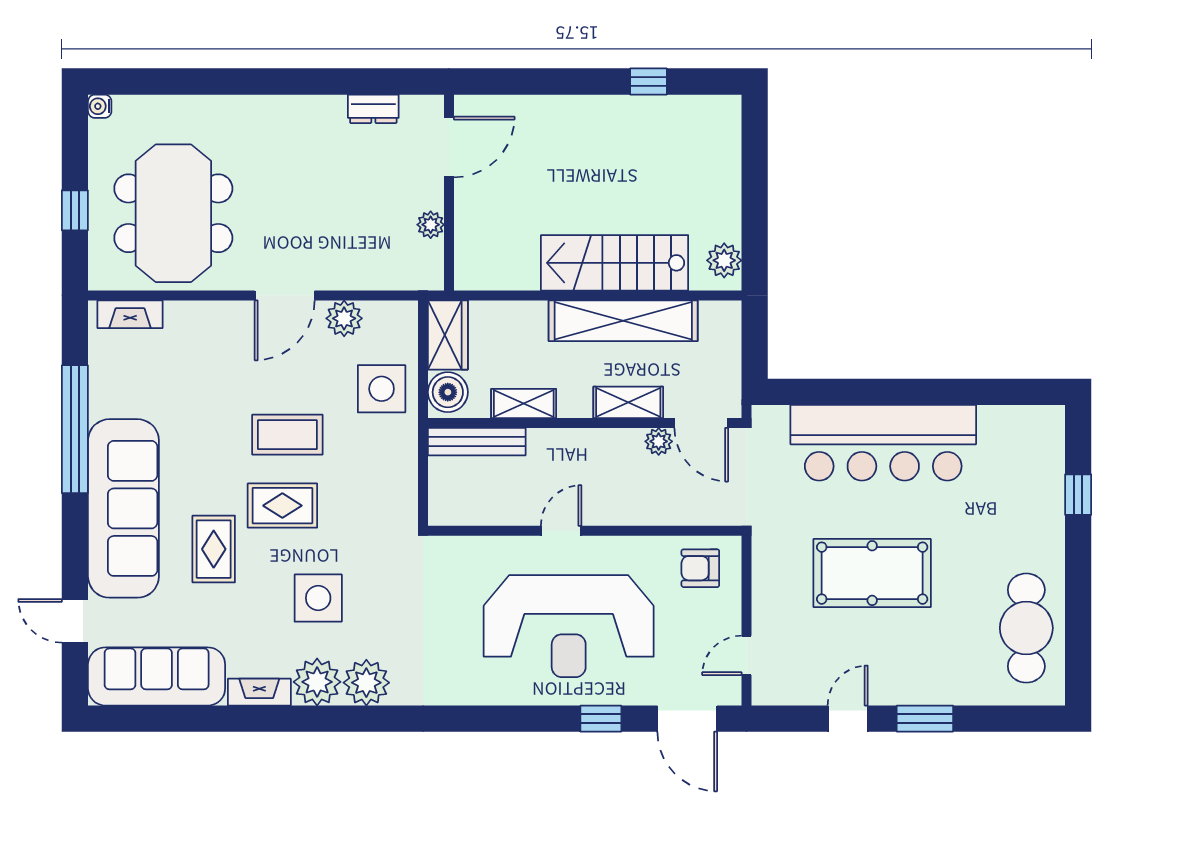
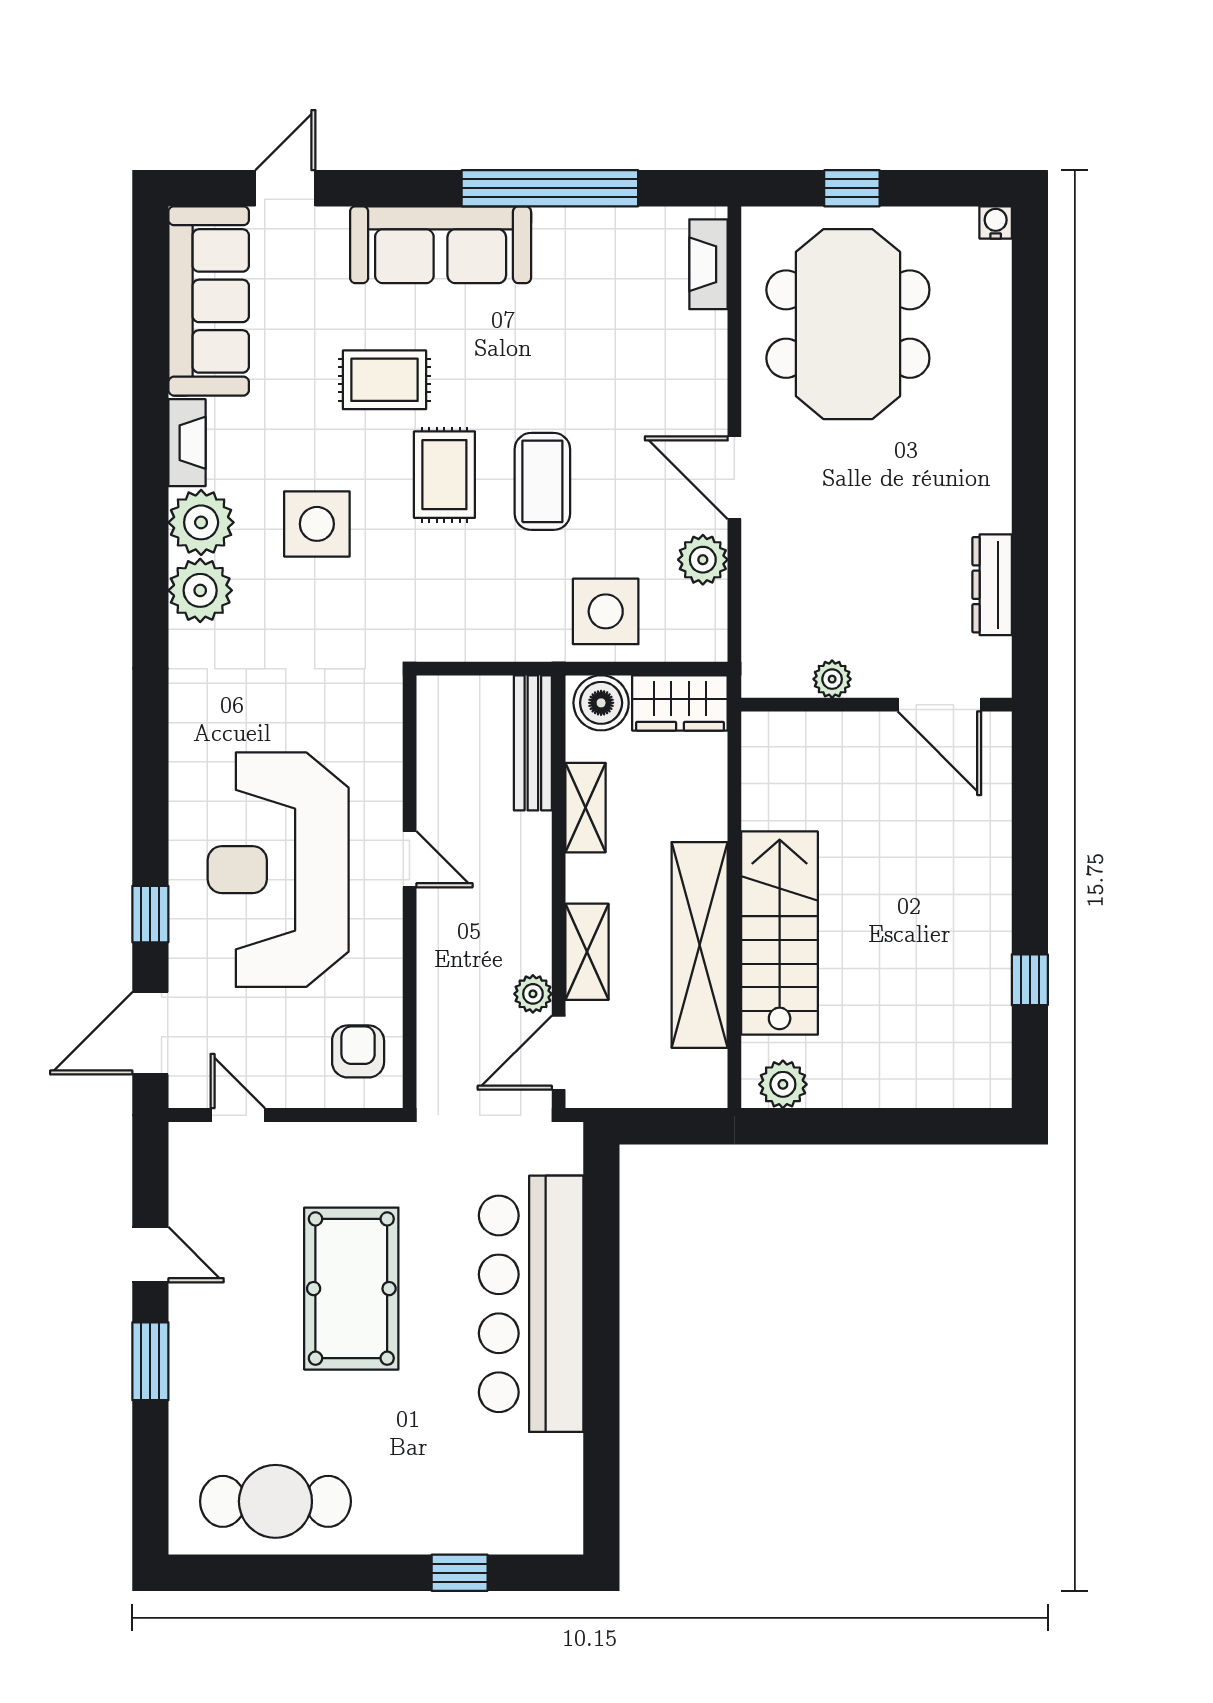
dresser: (373, 109) -> (992, 585), width x1.44
meeting table: (173, 213) -> (848, 324), turned 90
sofa: (123, 508) -> (441, 245), width x0.74, depth x0.79

